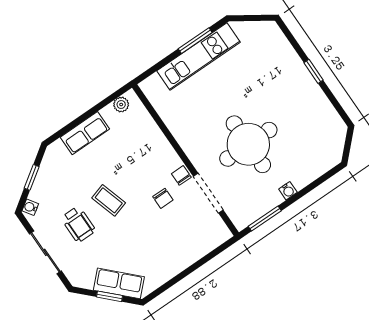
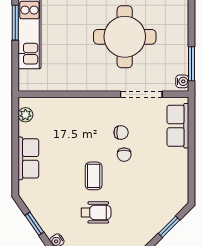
chair: (181, 175) -> (124, 155), moved, turned -90
water cooler: (288, 191) -> (182, 81), moved
coffee table: (109, 200) -> (94, 176), turned -73
row of seats: (119, 283) -> (178, 126), moved, turned -45

